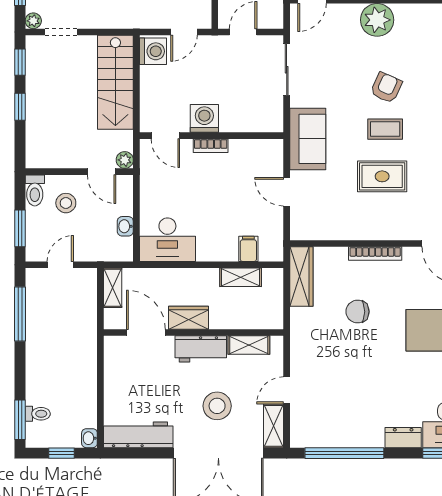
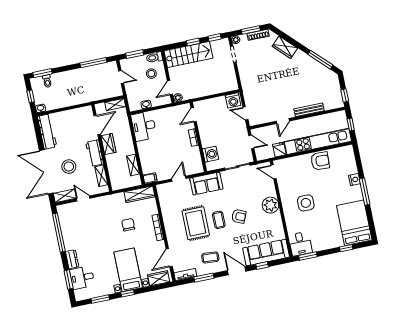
stairs: (115, 82) -> (188, 55), moved, turned 180
washing machine: (204, 118) -> (210, 154), moved
rug: (382, 176) -> (196, 223), width x1.36, depth x1.43
filing cabinet: (248, 249) -> (150, 178), moved

